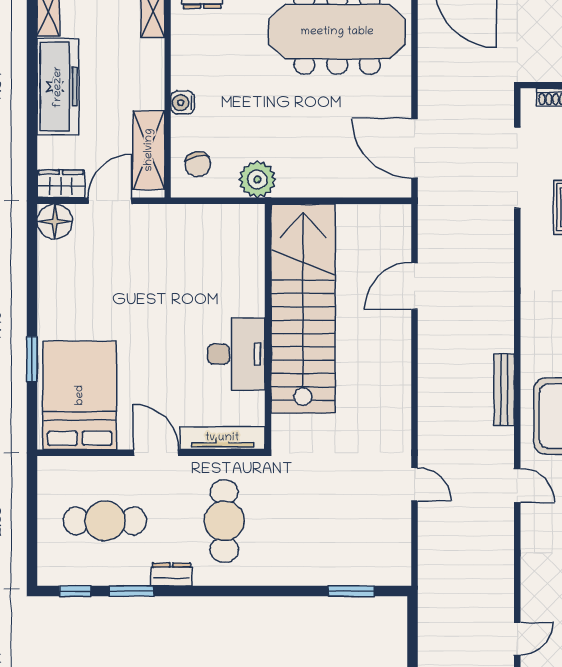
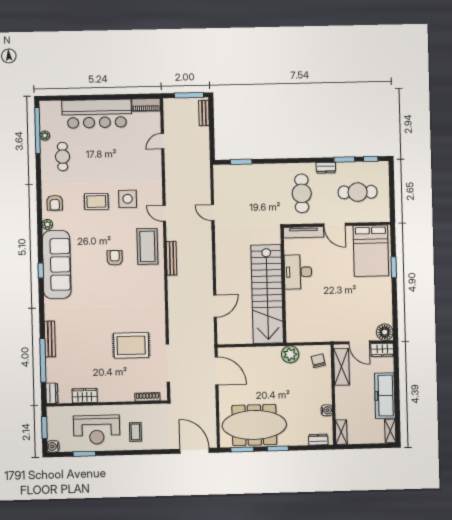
water cooler: (182, 103) -> (327, 410), moved
door: (110, 201) -> (359, 342), hinge flipped

